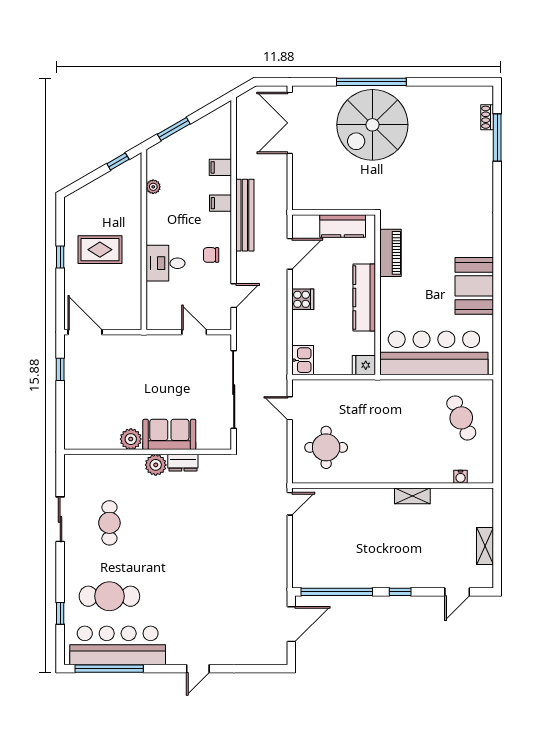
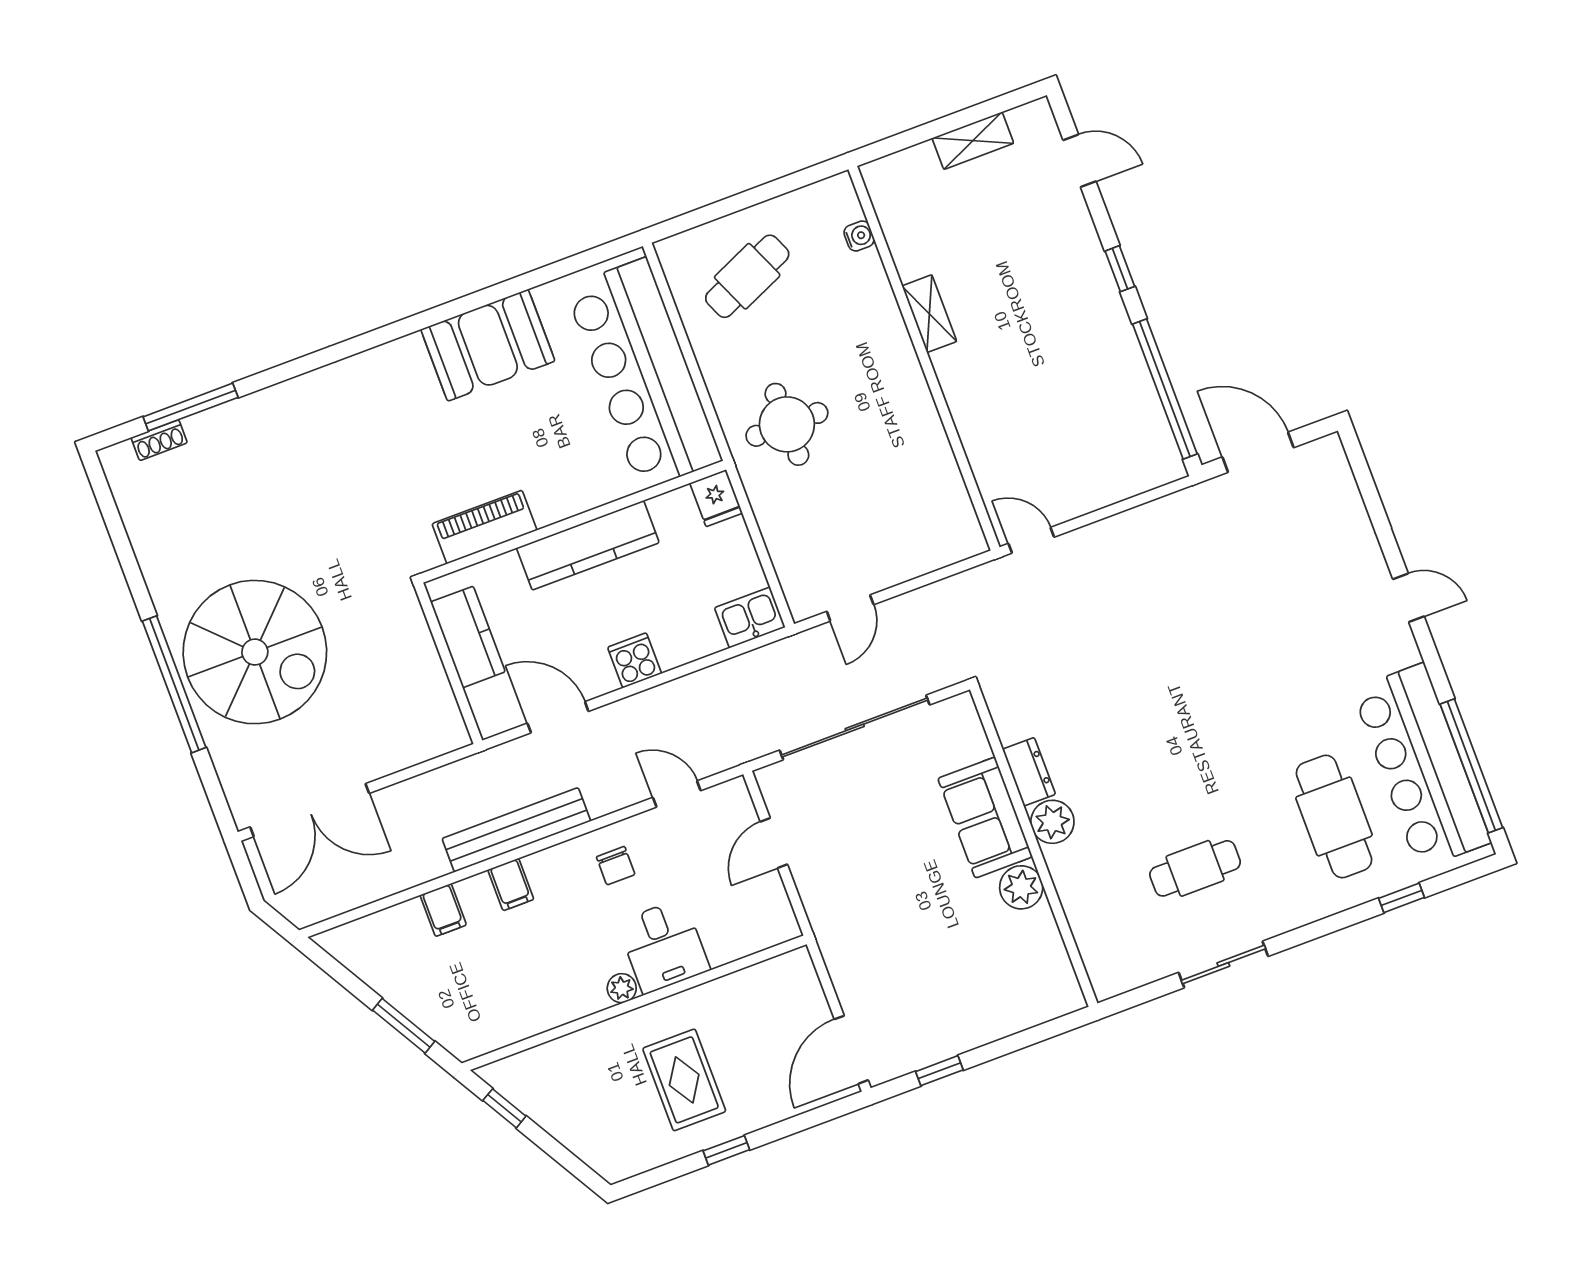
plant: (153, 187) -> (622, 988), moved
round table: (326, 447) -> (787, 424), moved

